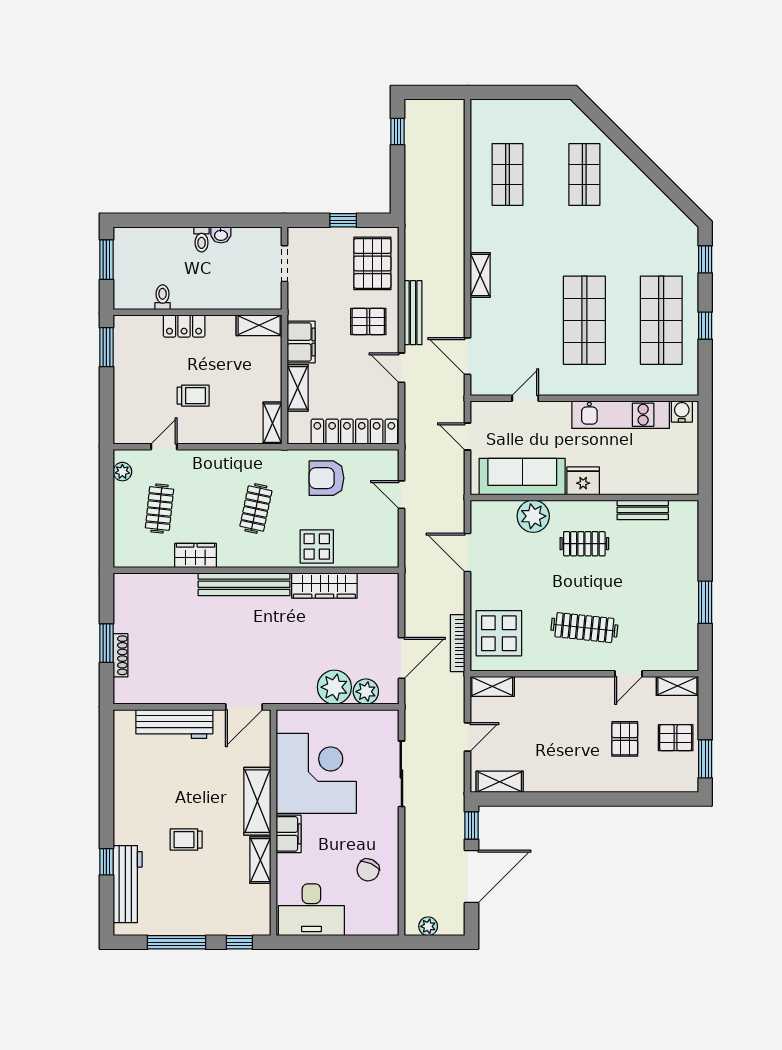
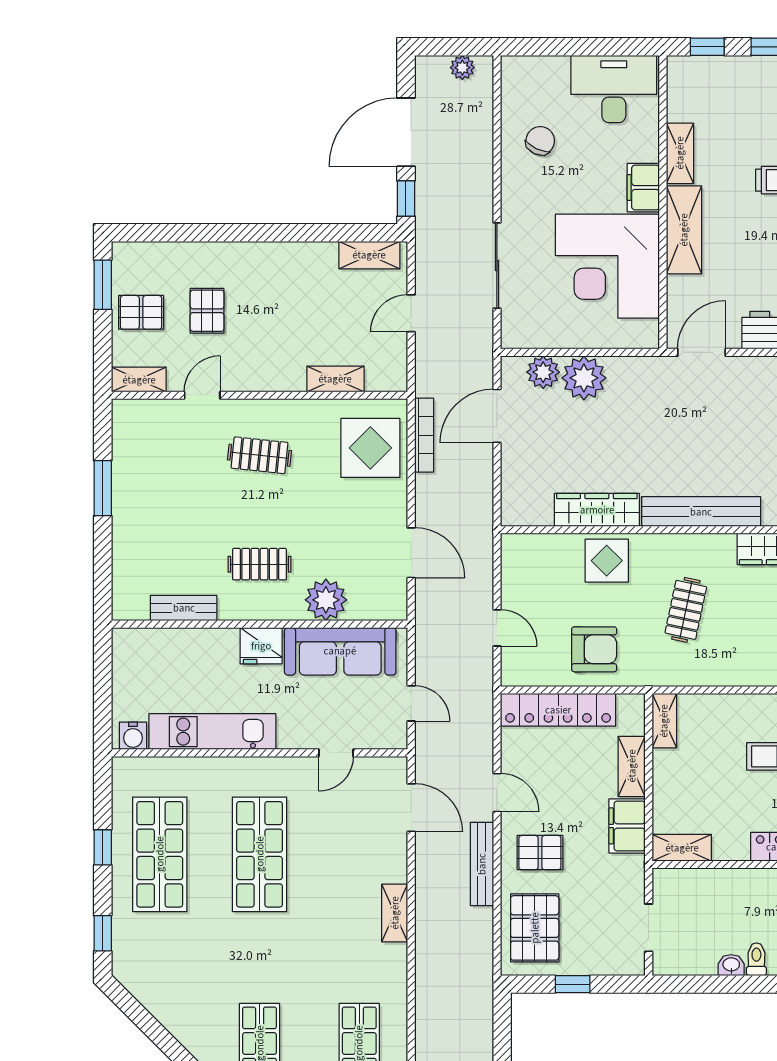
clothes rail: (584, 628) -> (260, 455), width x0.73
shelving: (492, 686) -> (335, 379), moved

